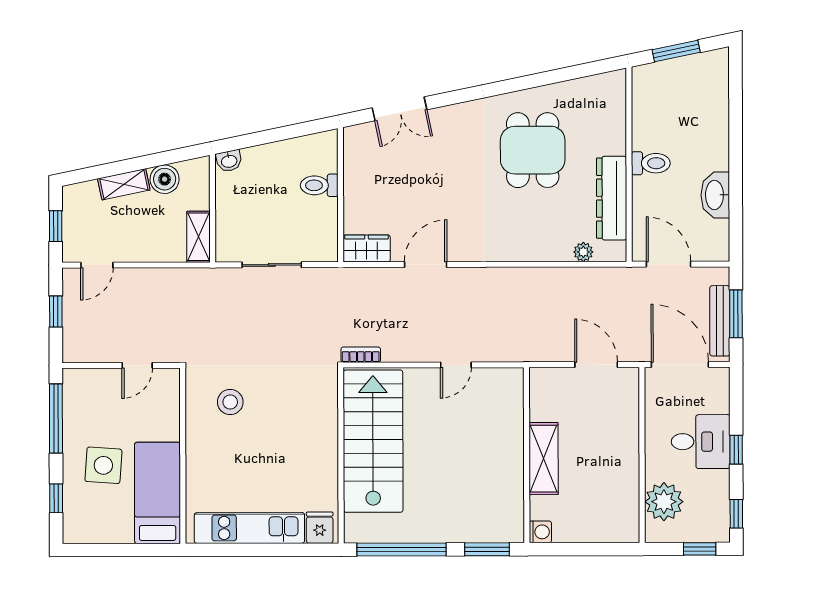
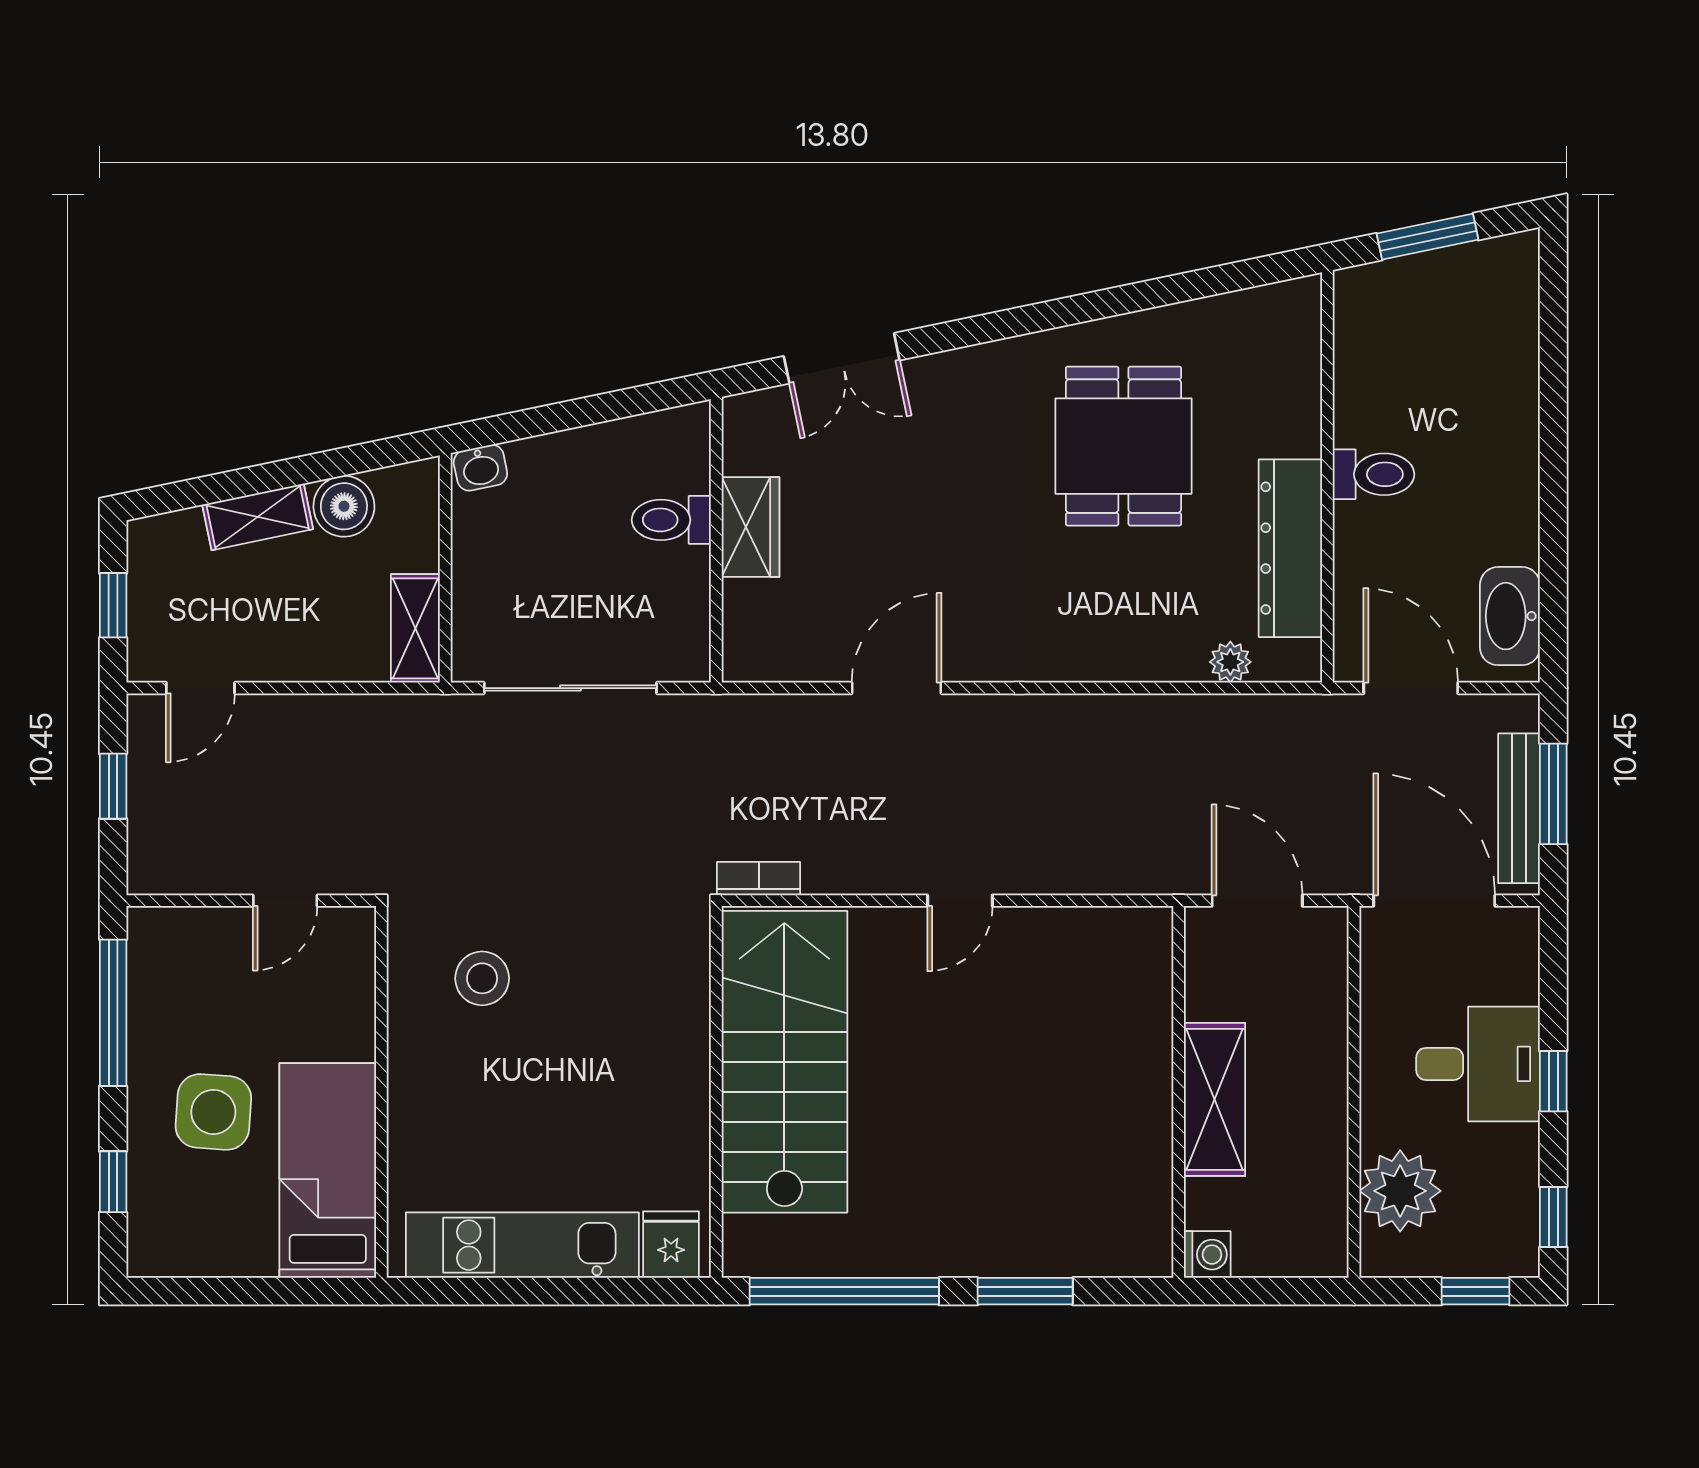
washbasin: (715, 195) -> (1510, 616), moved
wardrobe: (367, 248) -> (750, 527), moved, turned 90
sliding door: (272, 265) -> (570, 688), width x1.37
wall: (527, 455) -> (1179, 1092), moved
shelving: (544, 459) -> (1215, 1099), moved
washing machine: (540, 532) -> (1207, 1255), moved

